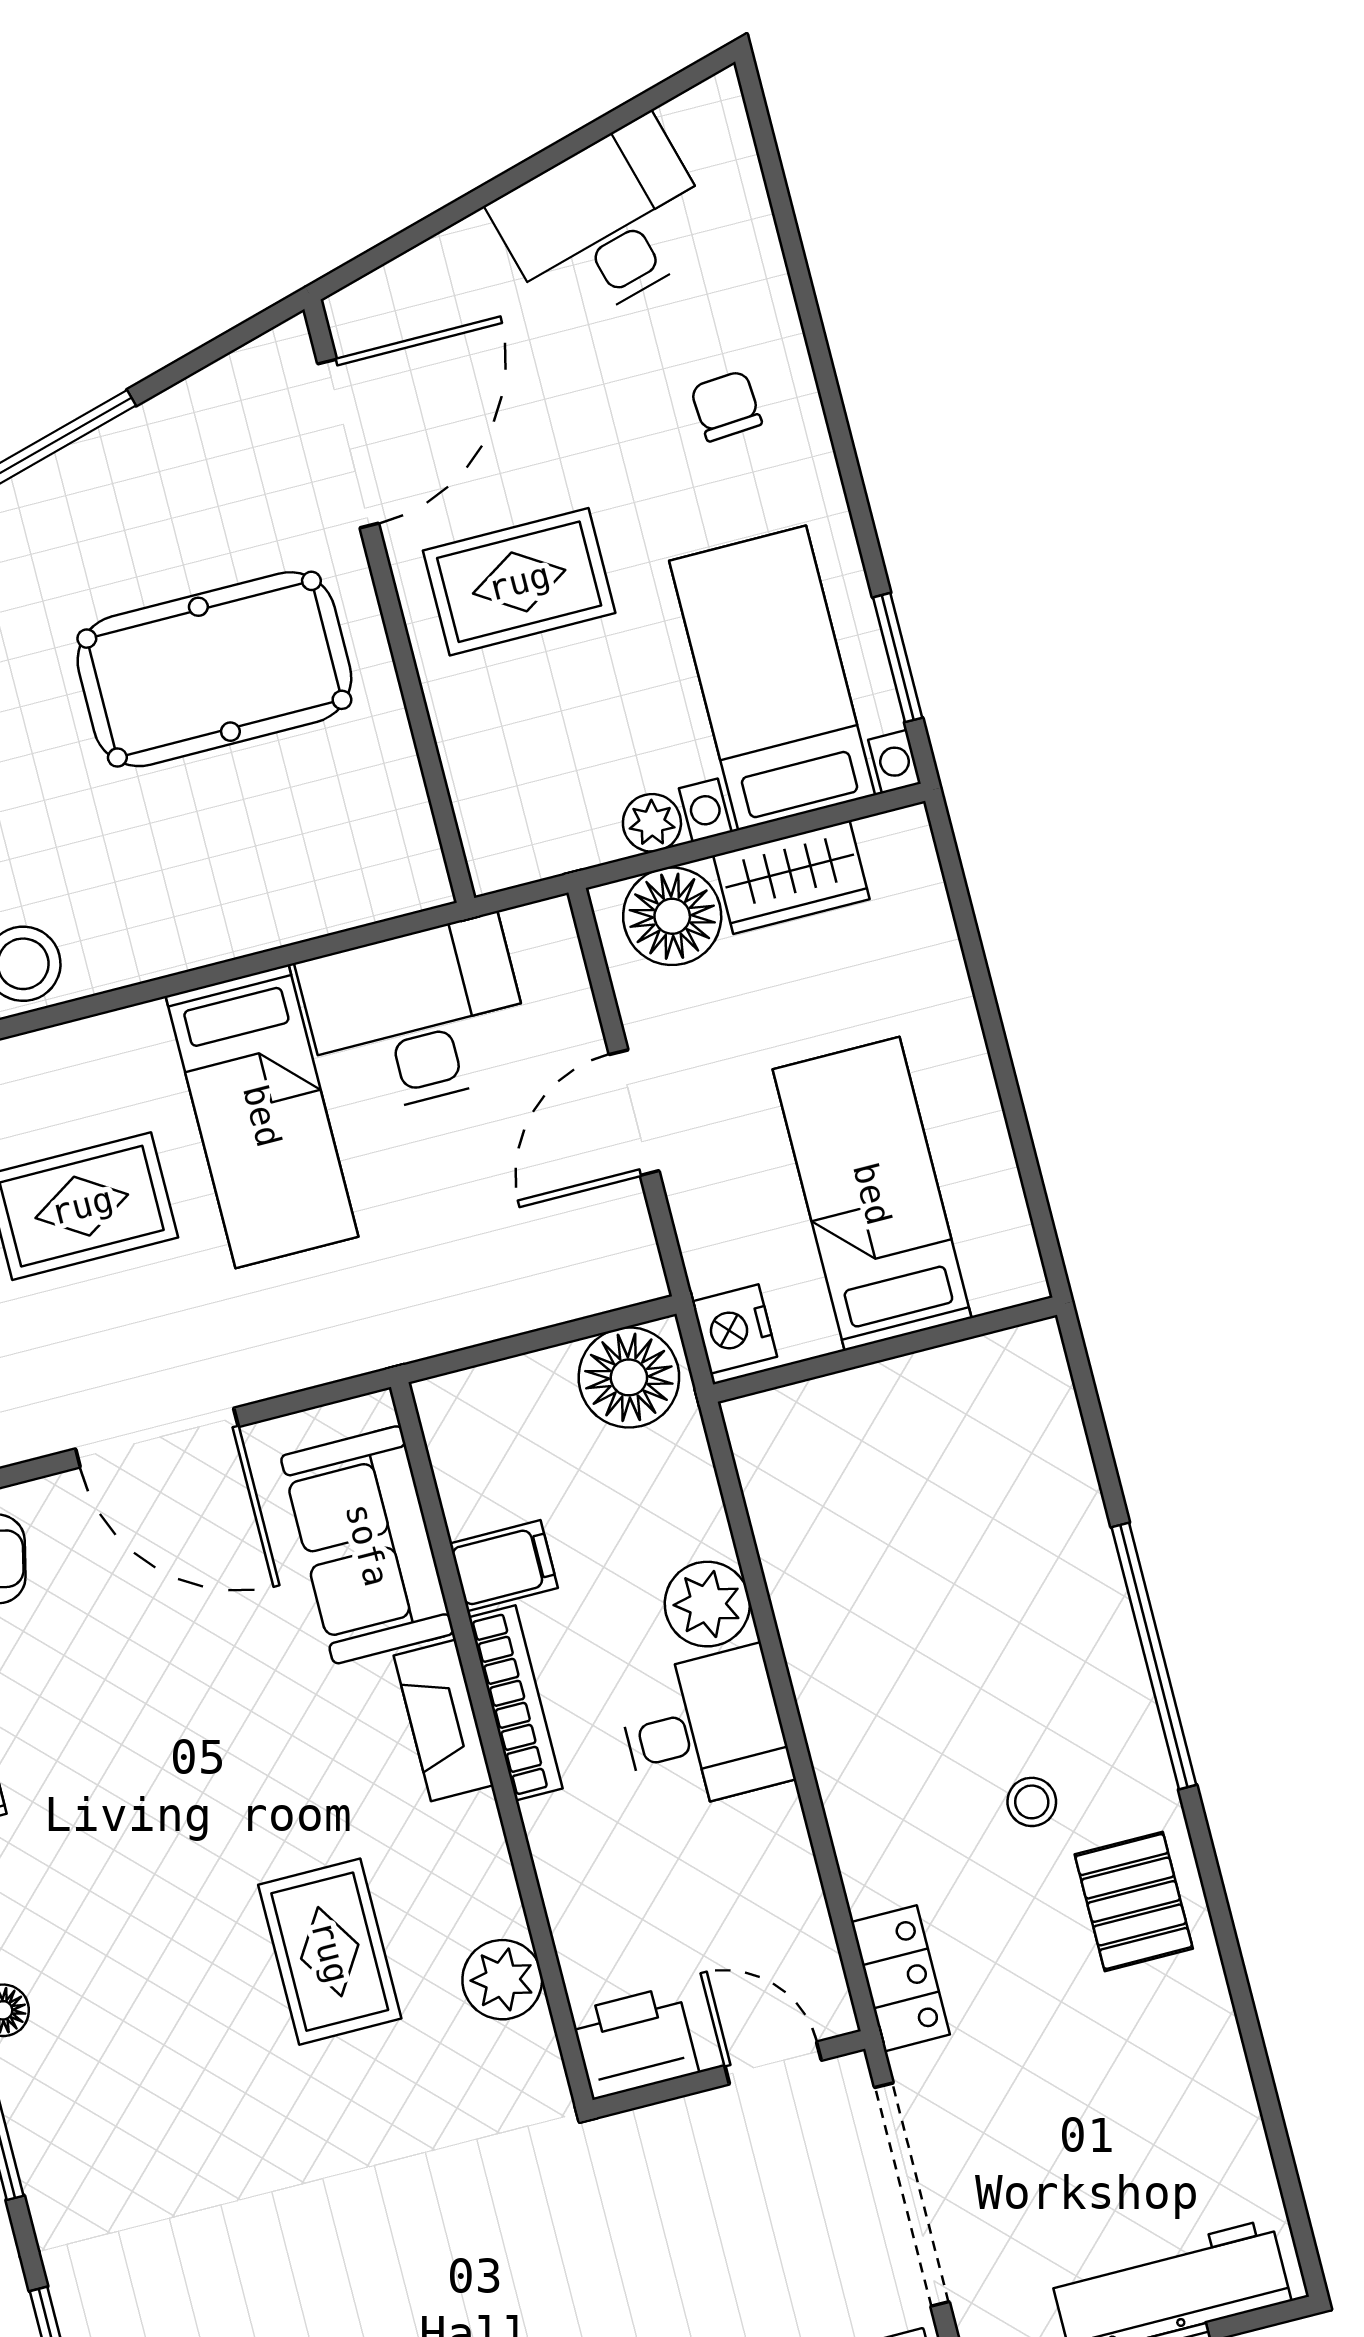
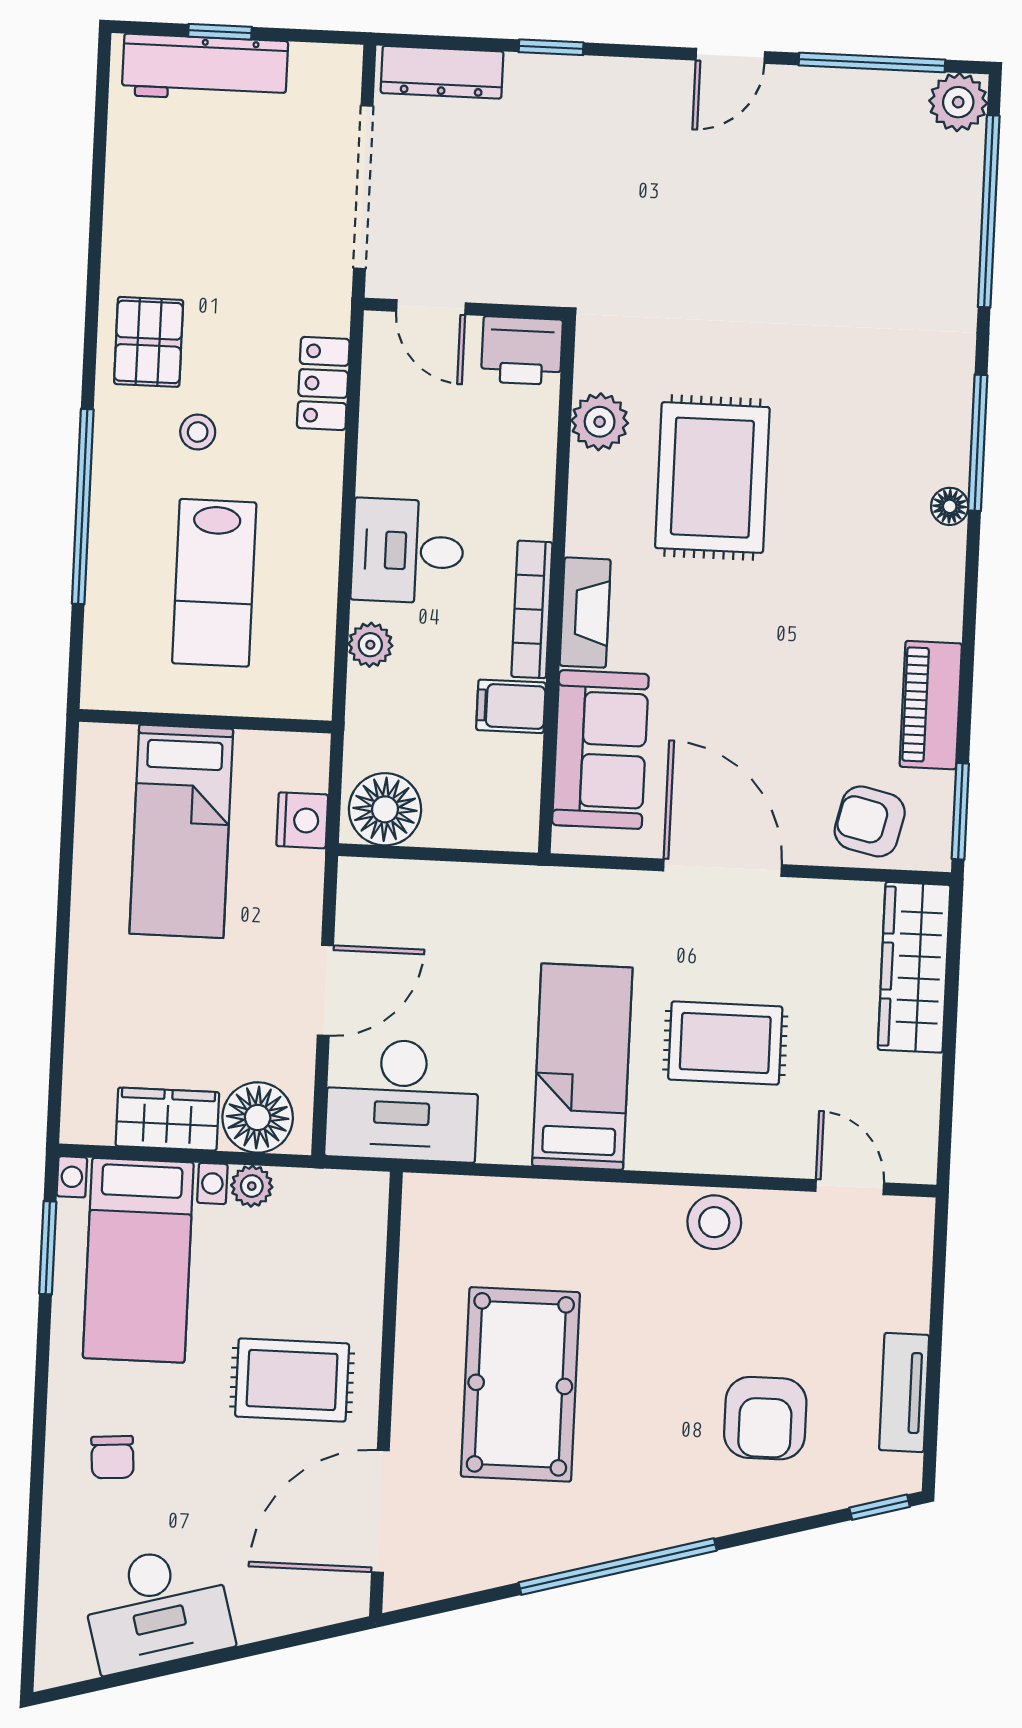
pool table: (214, 669) -> (520, 1384), turned 90
desk: (416, 1017) -> (402, 1100), moved
bed: (872, 1194) -> (181, 831), moved
wall: (885, 1350) -> (205, 721), moved
plant: (707, 1604) -> (370, 645), width x0.73, depth x0.73
lab bench: (948, 1608) -> (214, 583), added
rug: (330, 1952) -> (712, 478), width x1.36, depth x1.43
locker: (900, 1978) -> (323, 384), moved

